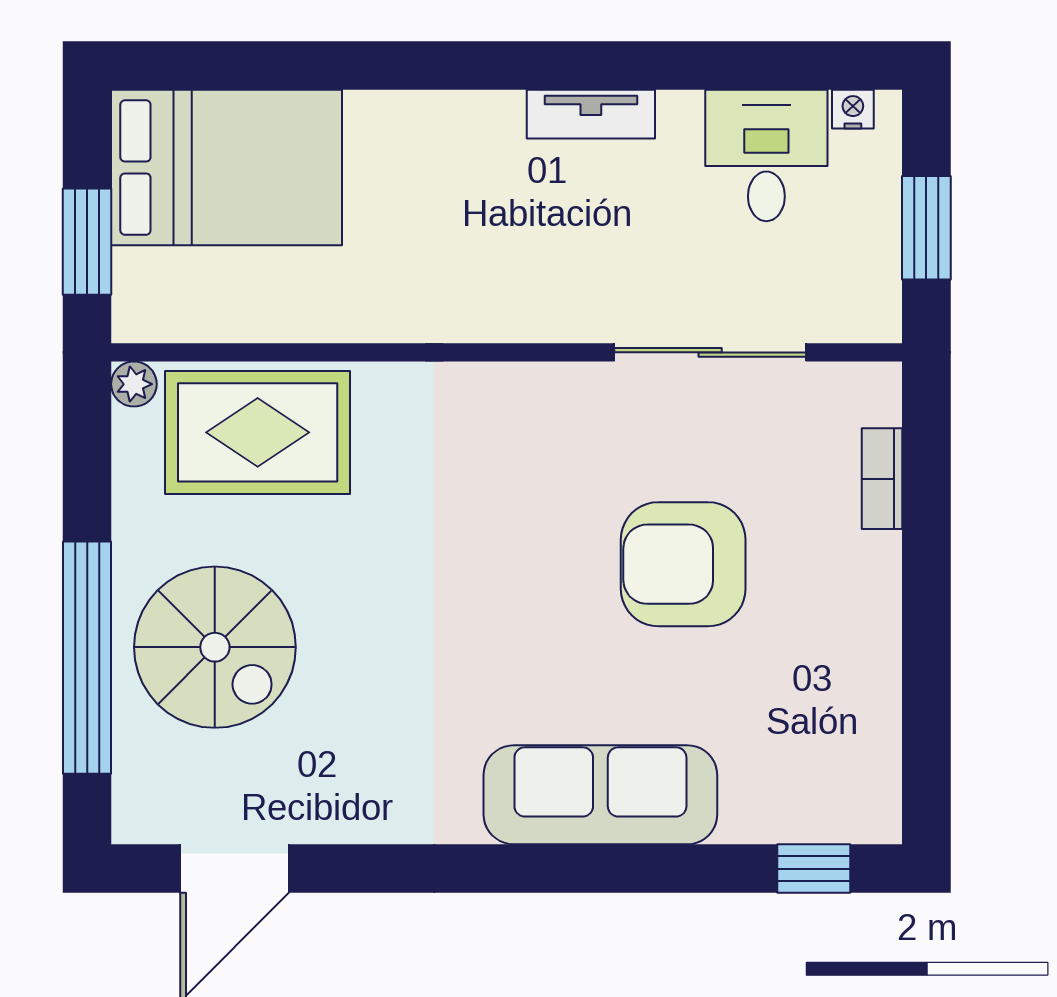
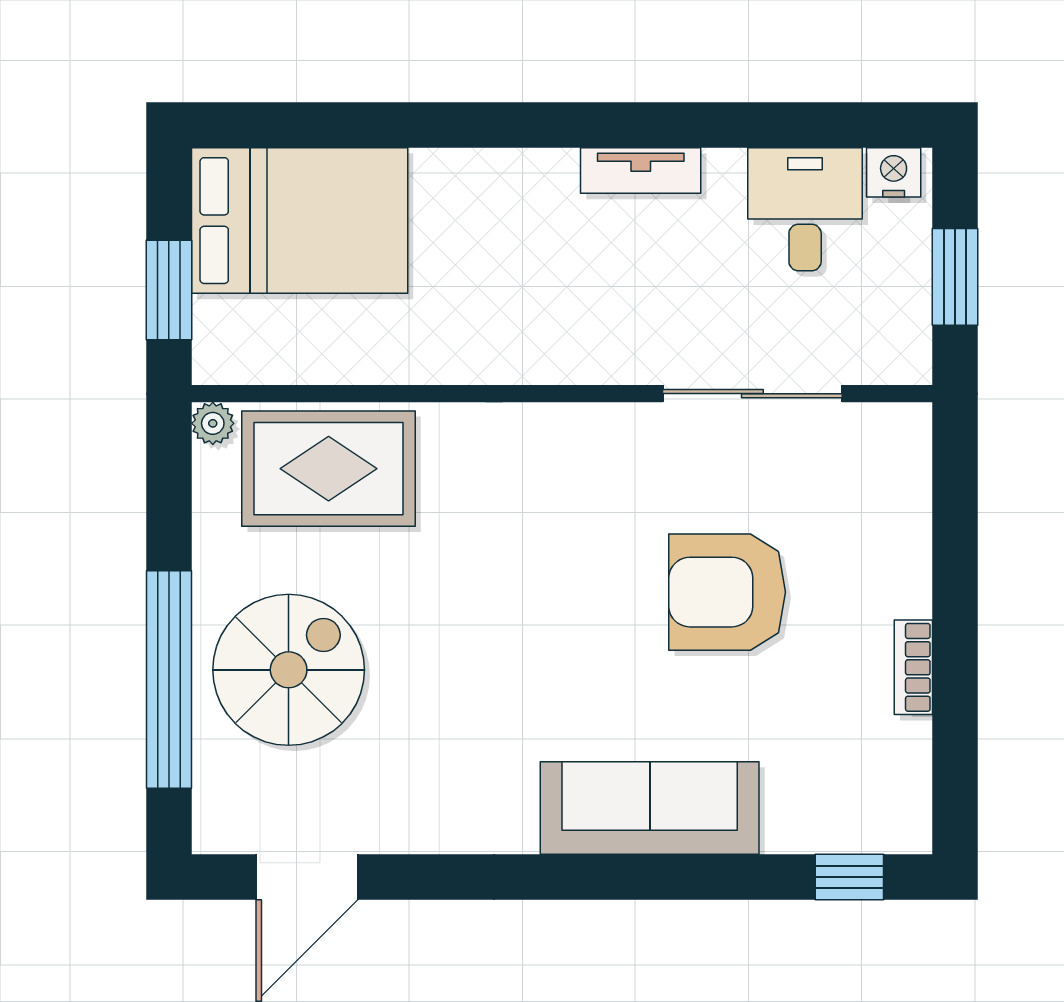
nightstand: (853, 109) -> (894, 172), width x1.39, depth x1.35
bookcase: (882, 479) -> (913, 667), moved
spiral stairs: (215, 647) -> (289, 670), turned -90

